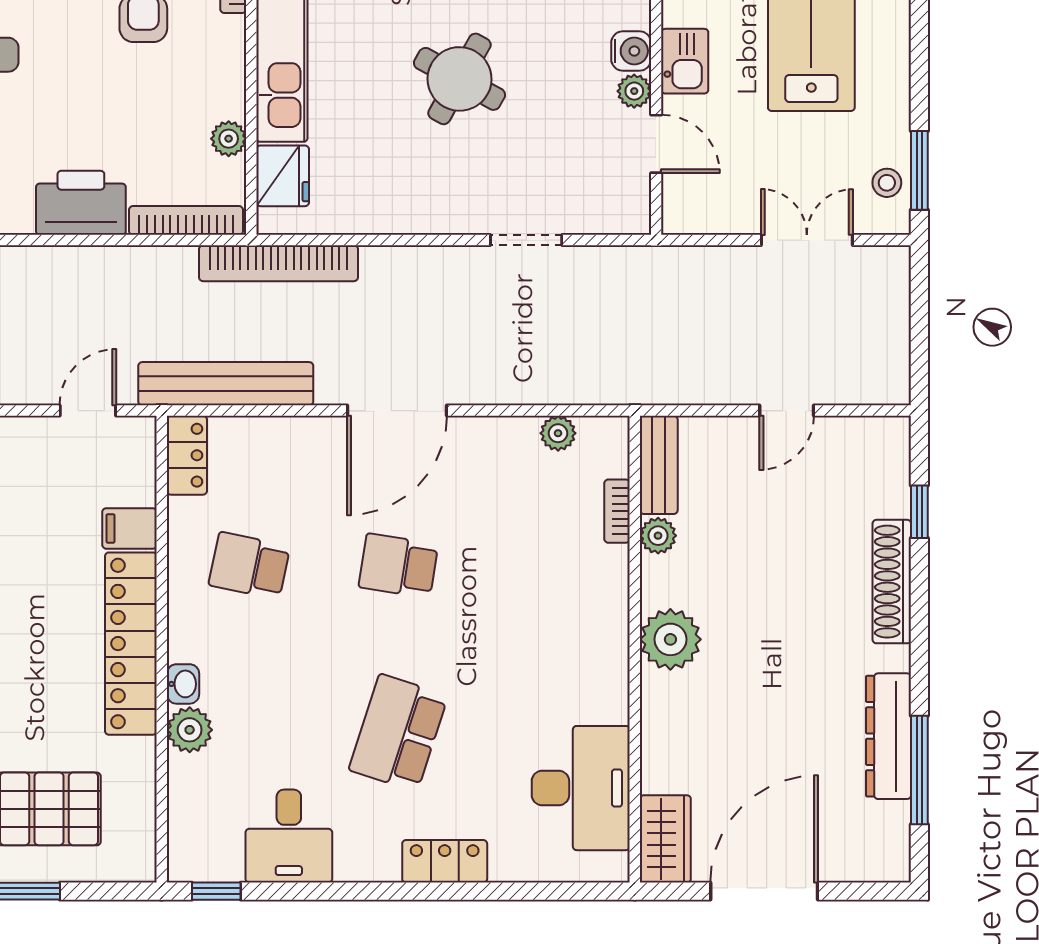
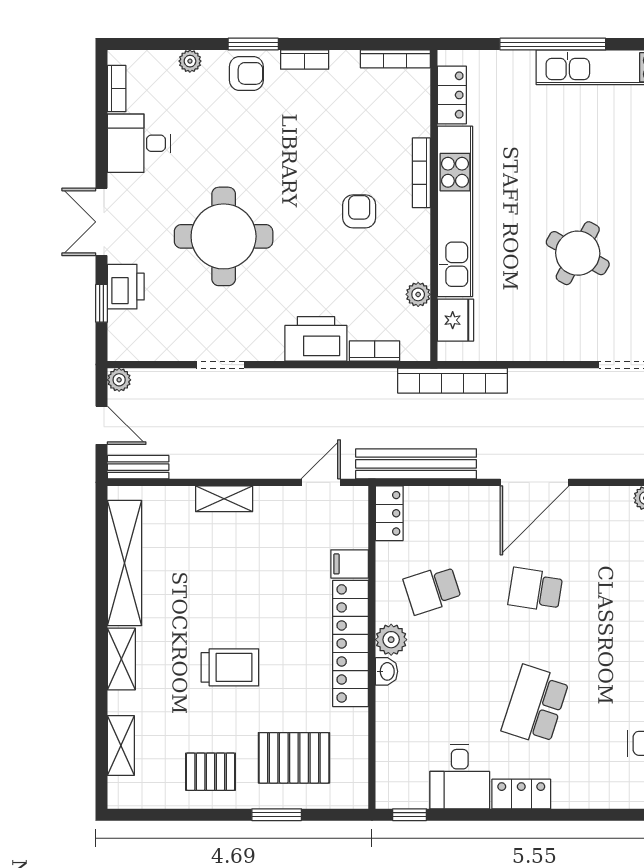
bookcase: (186, 220) -> (375, 351), width x0.64
school desk: (249, 566) -> (432, 590), turned -30
plant: (190, 730) -> (391, 640), moved
locker: (445, 861) -> (521, 794), moved

